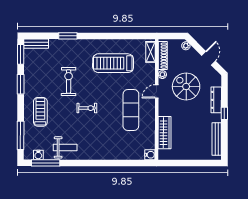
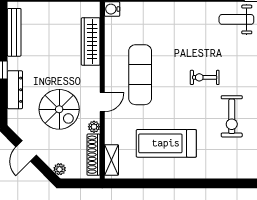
window: (68, 36) -> (233, 183), removed
treadmill: (113, 63) -> (166, 143), turned 180

